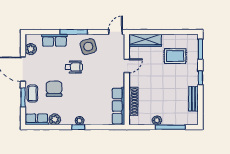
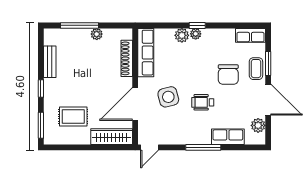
side table: (88, 47) -> (168, 97), moved
door: (127, 66) -> (135, 104), width x1.88
plant: (55, 119) -> (182, 35), moved

